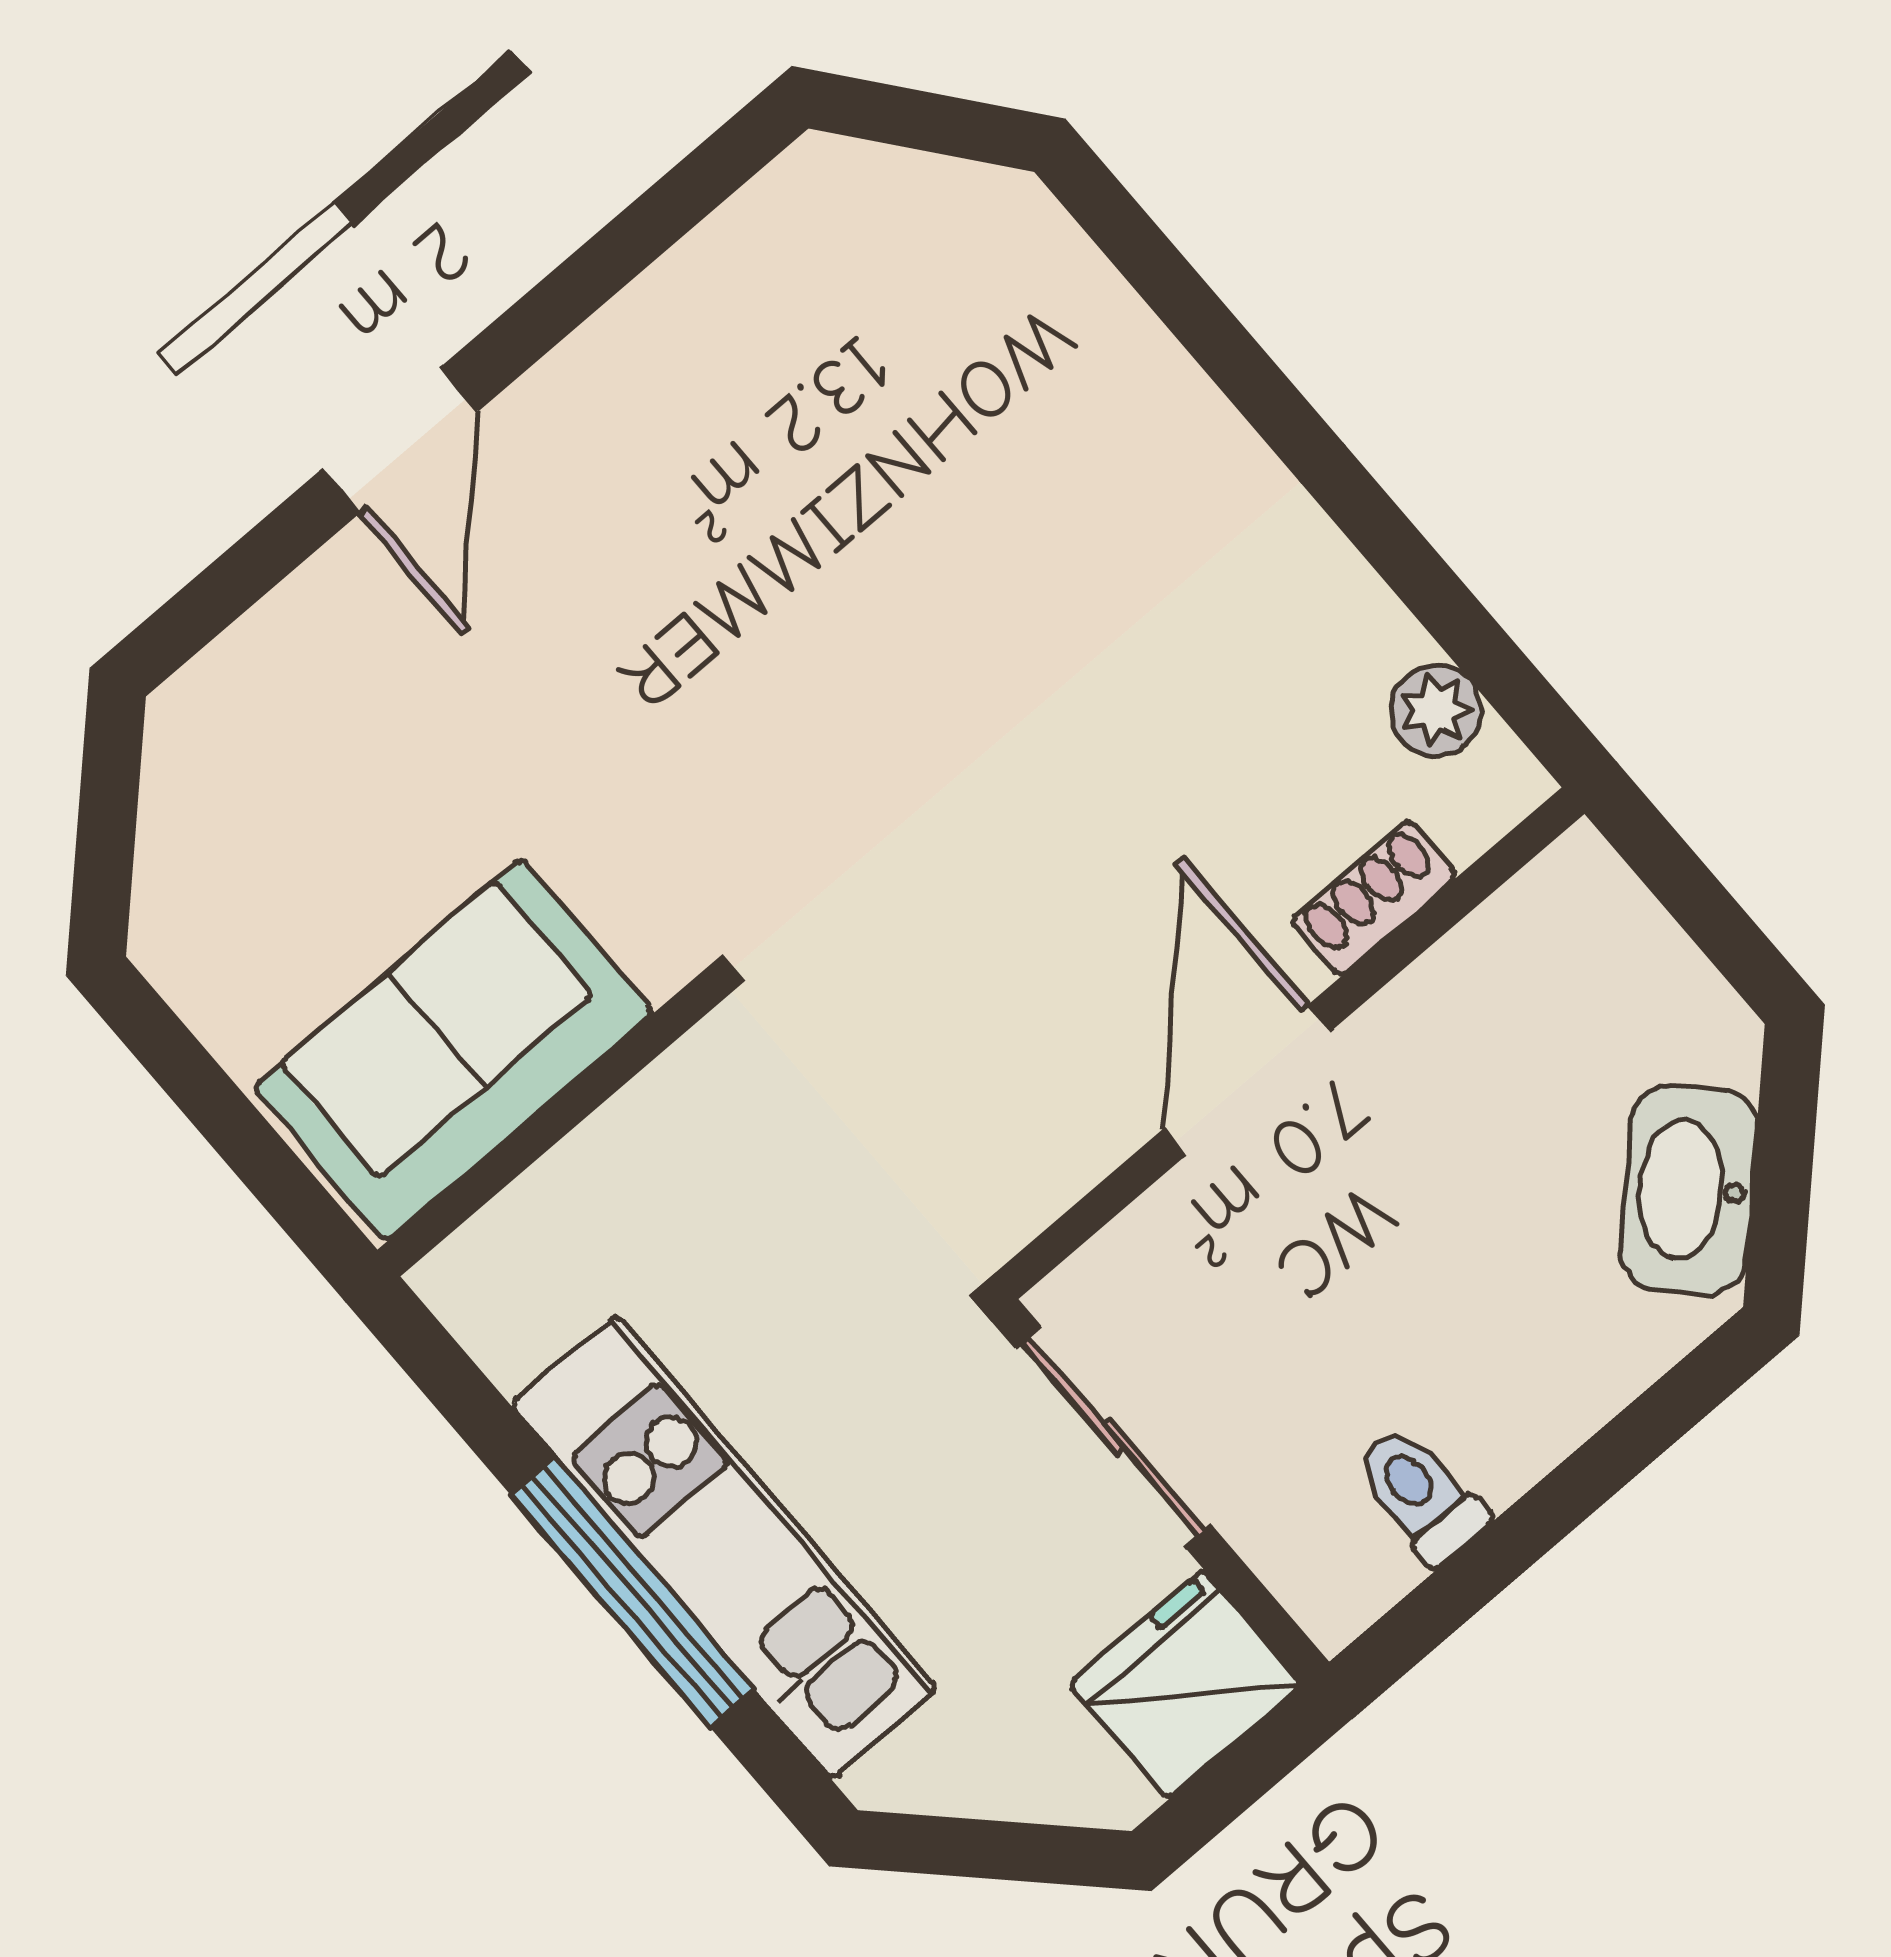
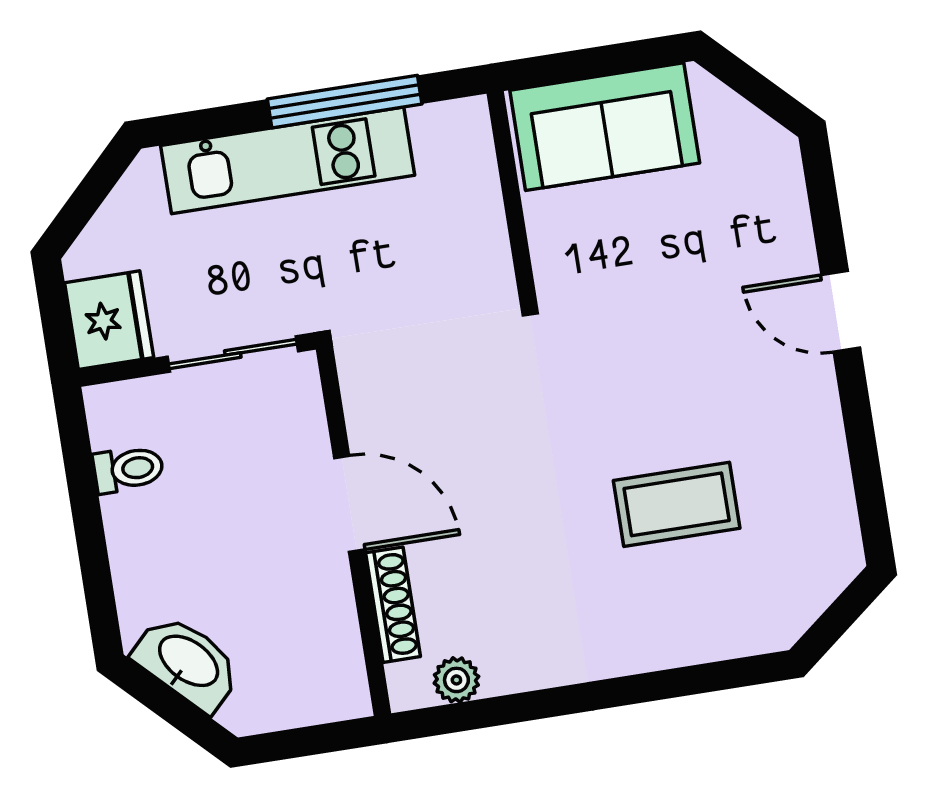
coffee table: (903, 518) -> (677, 504), added
shoe rack: (1374, 898) -> (393, 605), width x1.43
sofa: (454, 1050) -> (605, 127), moved, turned 90
window: (632, 1592) -> (345, 102), moved

